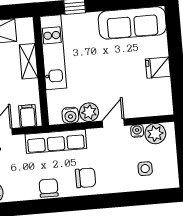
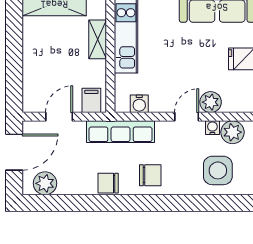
plant: (89, 112) -> (211, 102), moved
side table: (145, 169) -> (218, 170), width x1.87, depth x1.87
chair: (49, 188) -> (108, 183), turned -90

